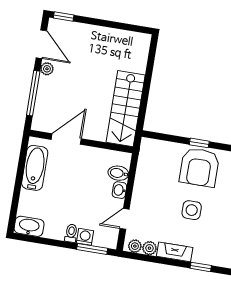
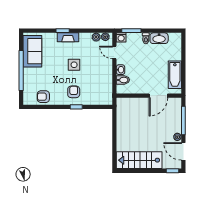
stairs: (126, 109) -> (139, 160), moved, turned -90
armchair: (199, 167) -> (74, 92), width x0.53, depth x0.53
door: (125, 219) -> (114, 52), swing flipped
washbasin: (29, 226) -> (159, 38), moved
washing machine: (85, 237) -> (121, 37), moved
fireplace: (175, 252) -> (68, 37), moved

